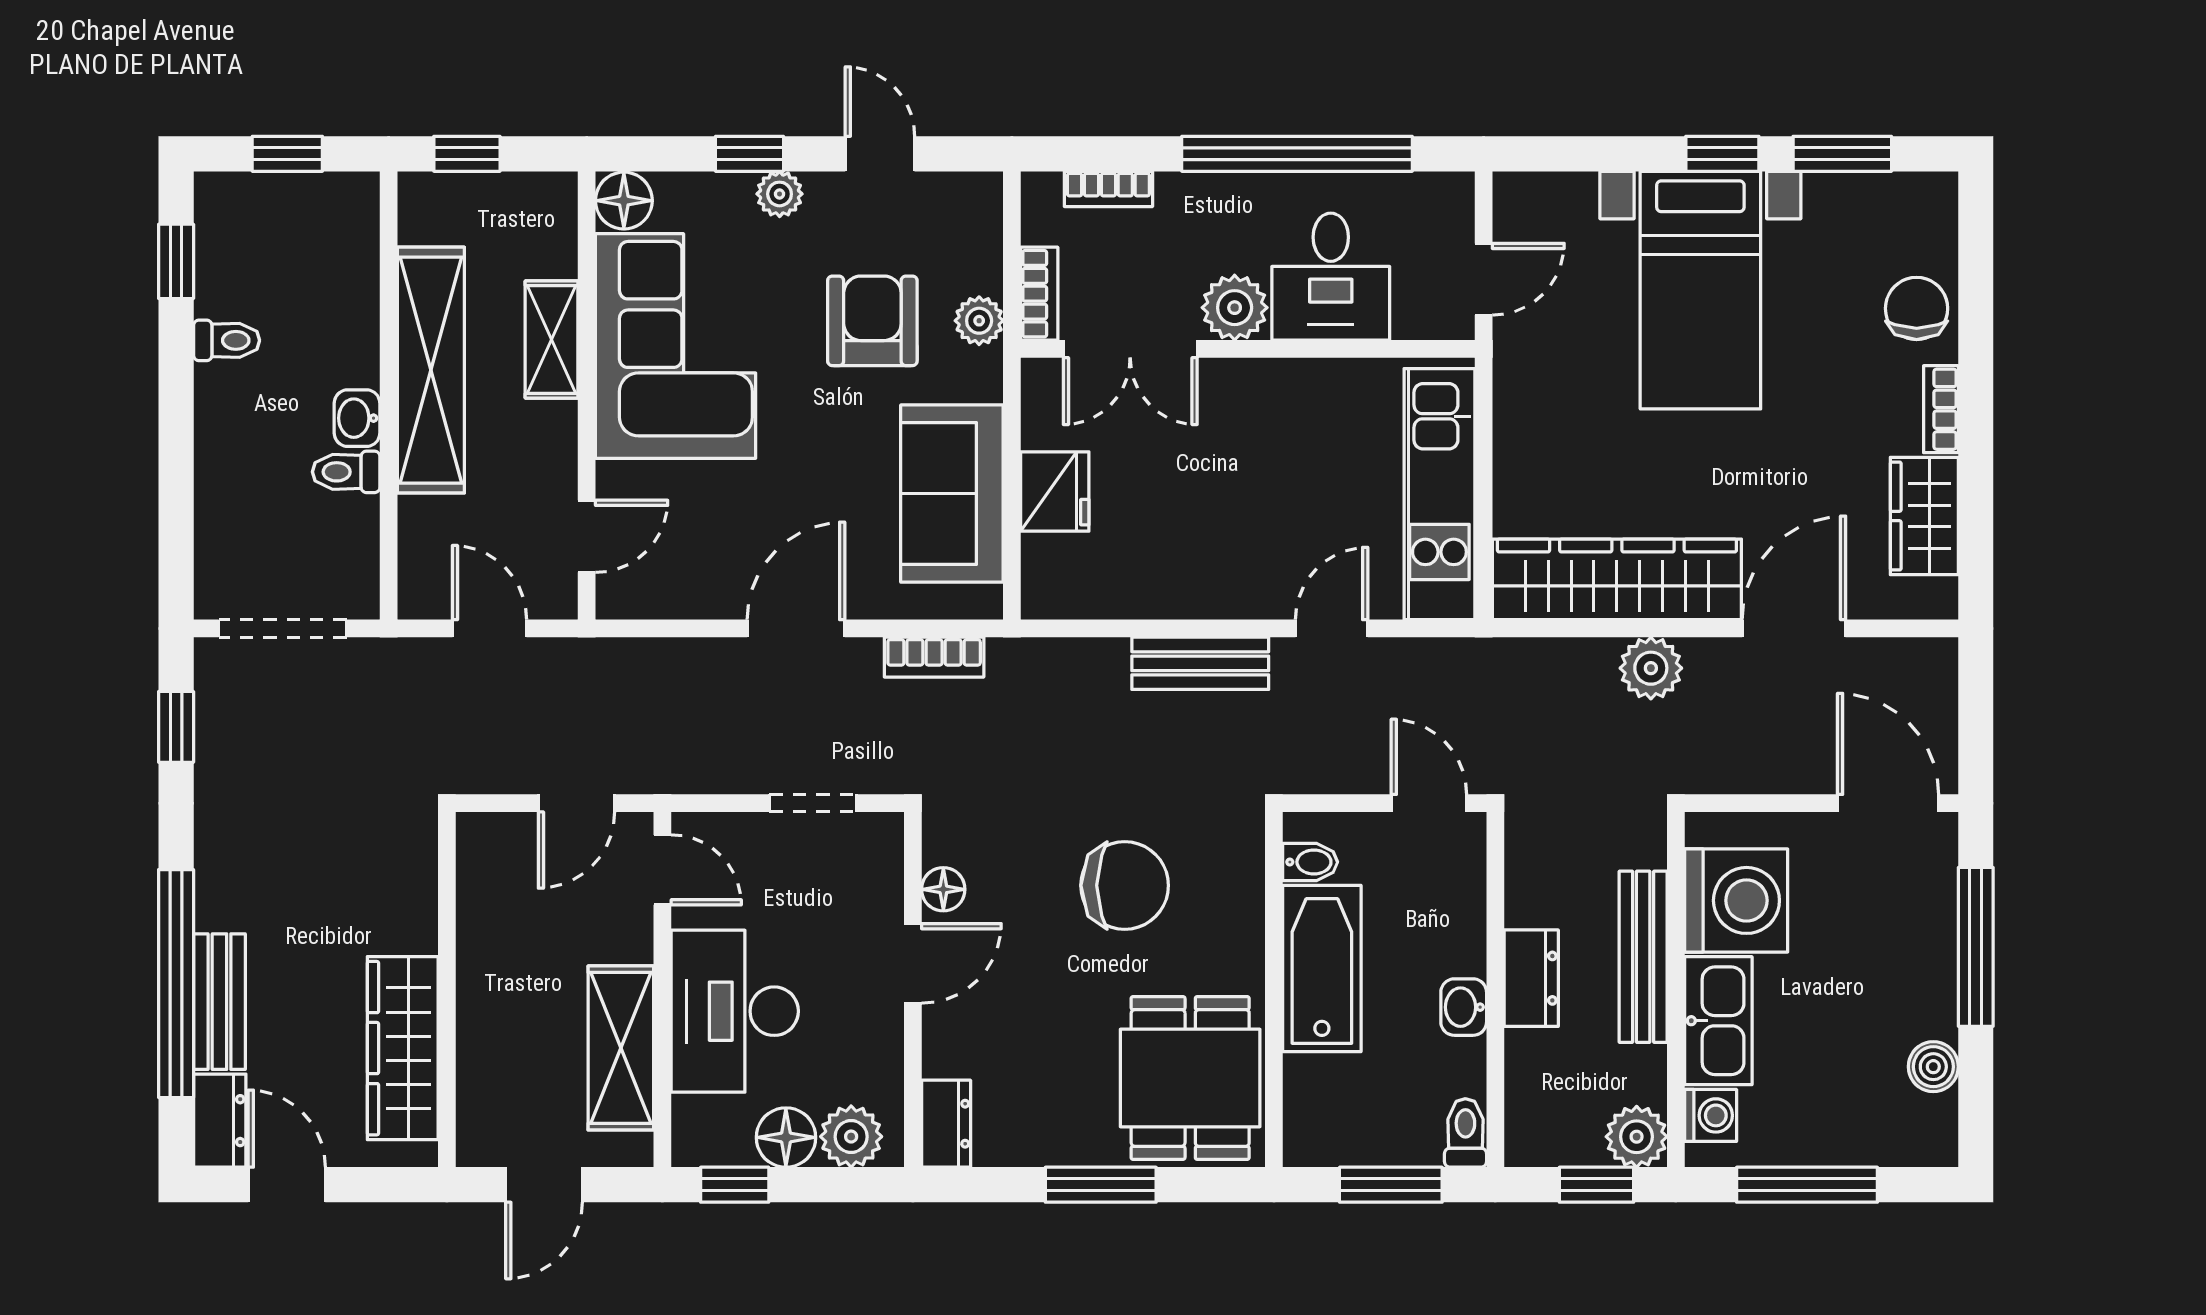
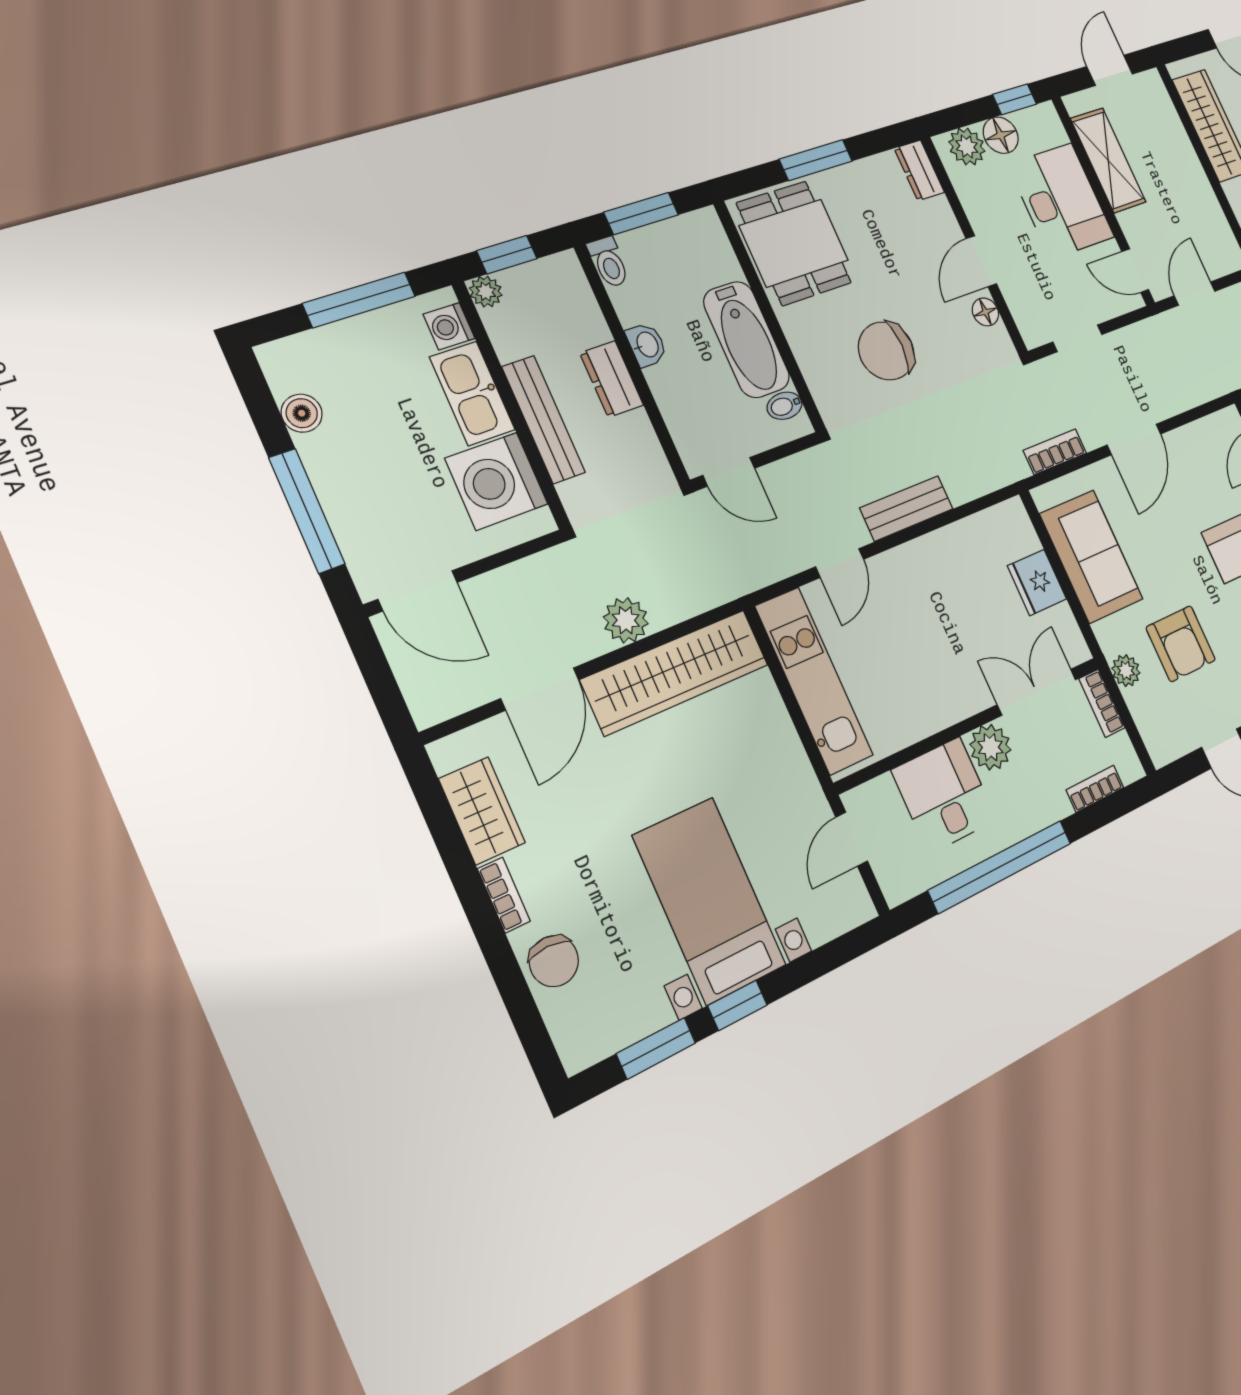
plant: (1637, 1137) -> (486, 292), width x0.73, depth x0.73

